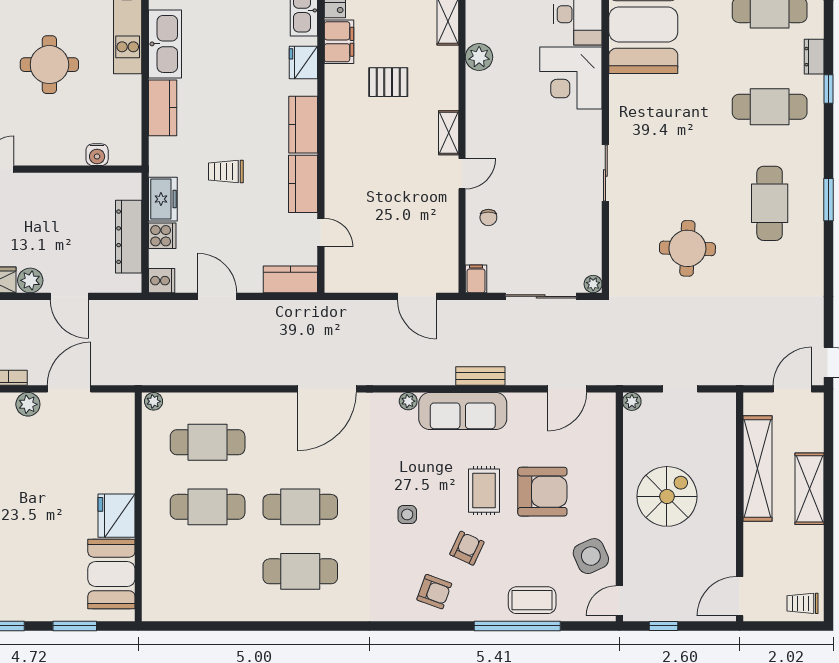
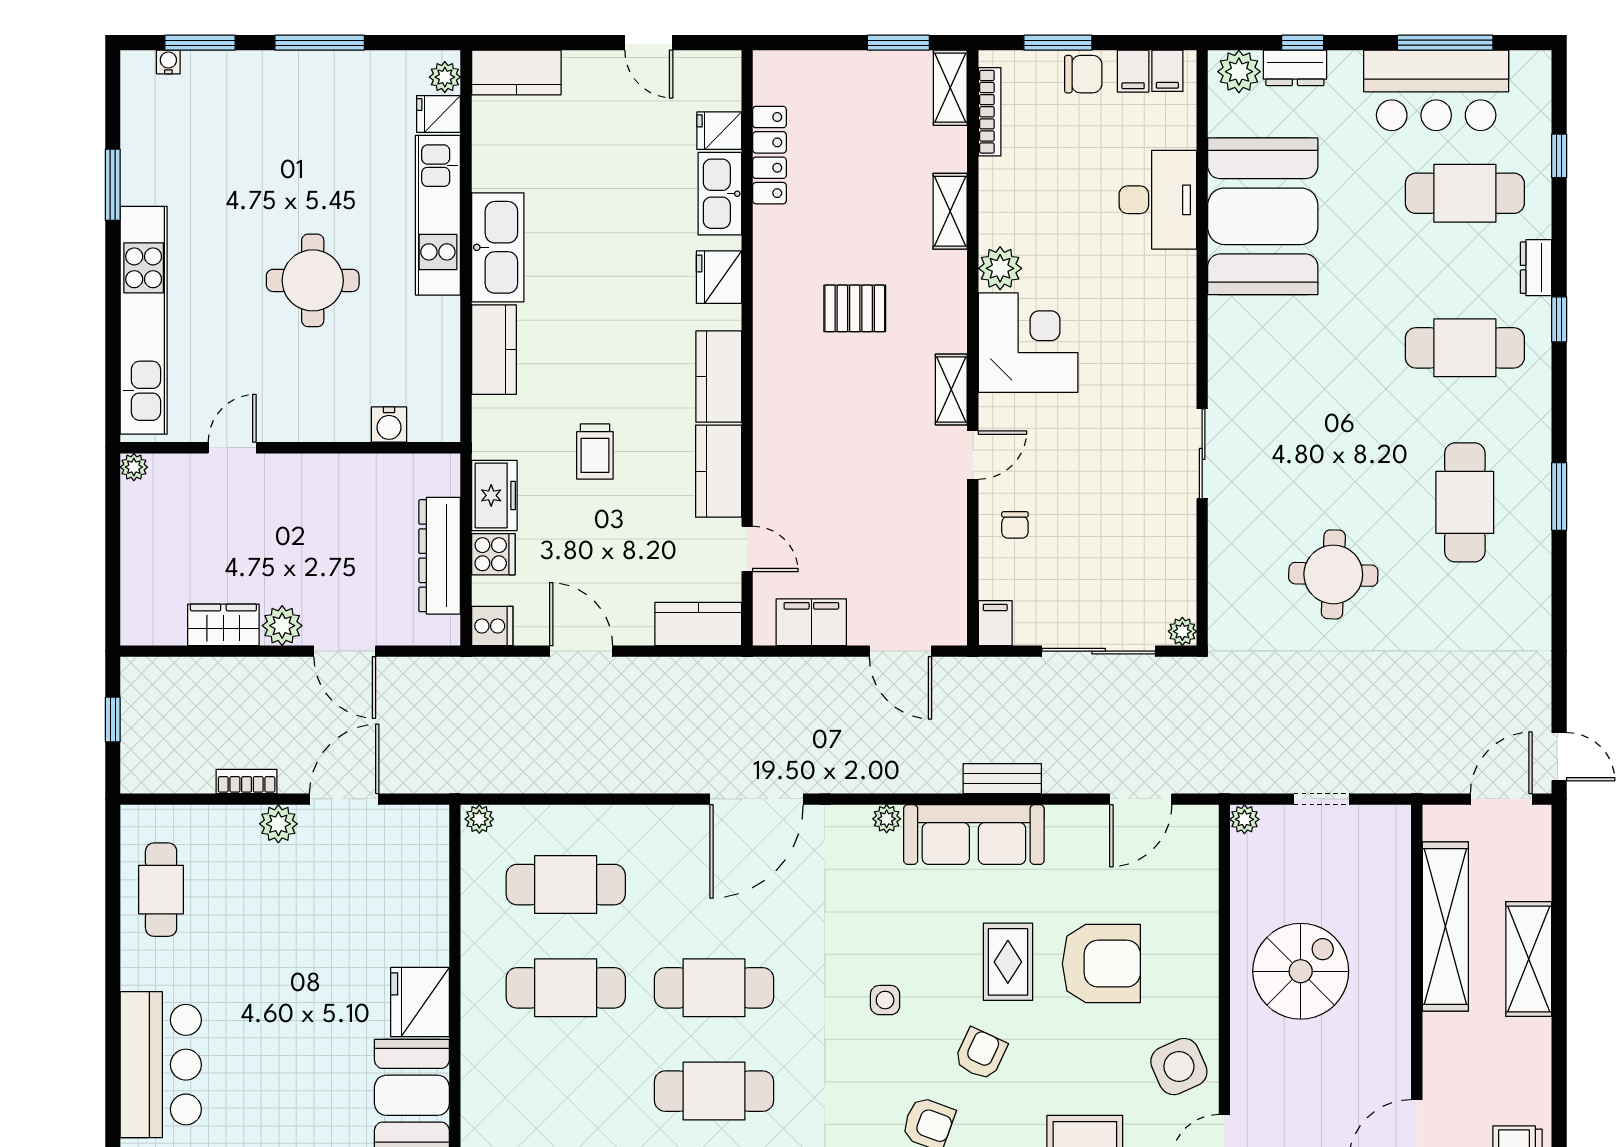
filing cabinet: (339, 42) -> (811, 622), moved, turned -90
corner desk: (571, 78) -> (1028, 343), moved, turned 180
trolley: (226, 172) -> (595, 452), turned -90

